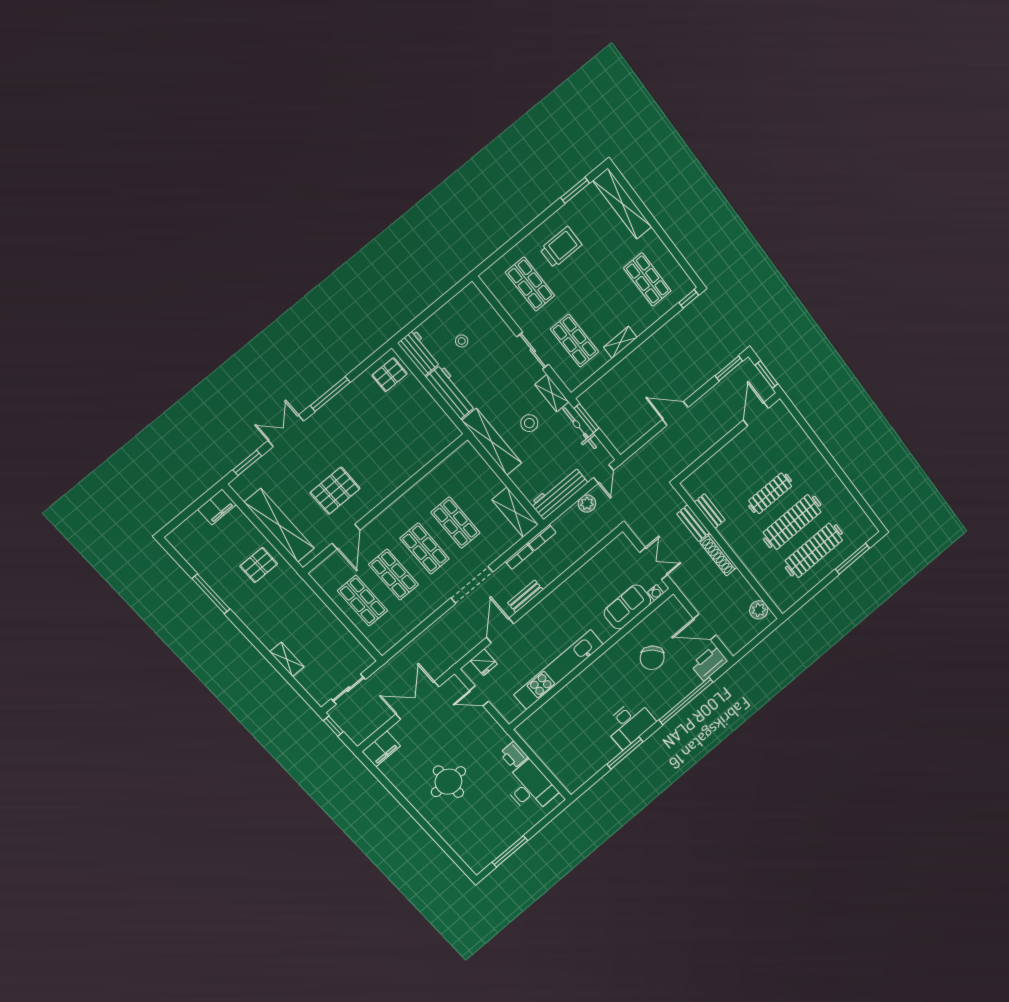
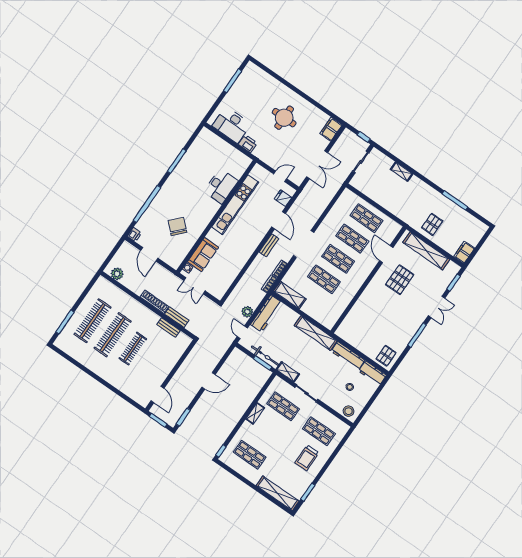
stool: (529, 423) -> (349, 411), moved
door: (705, 627) -> (149, 254), swing flipped
printer: (709, 663) -> (134, 235), width x0.53, depth x0.68
desk: (629, 724) -> (221, 186), moved, turned 180

